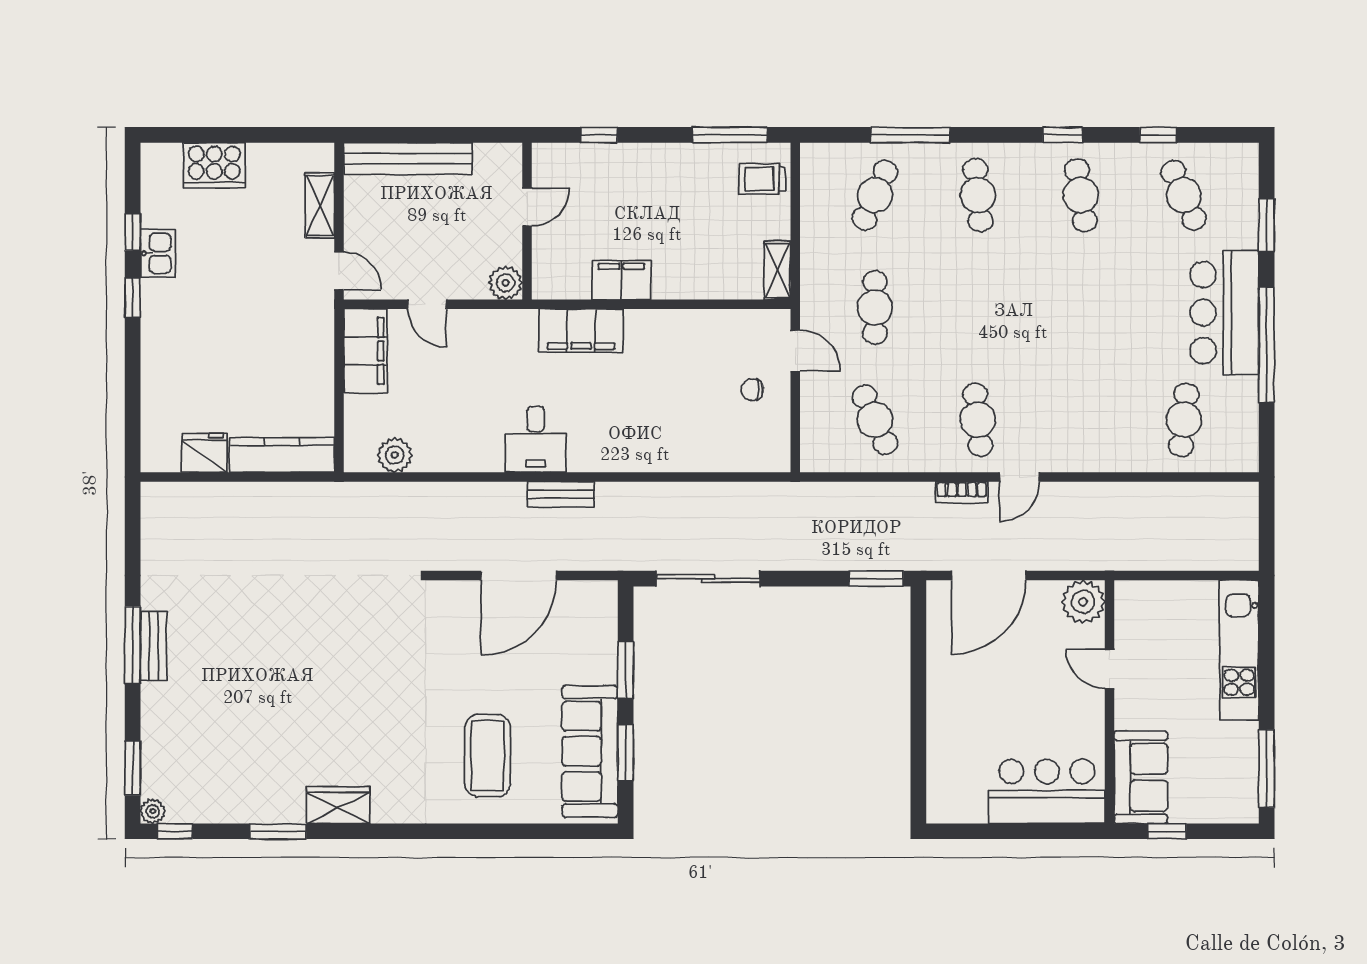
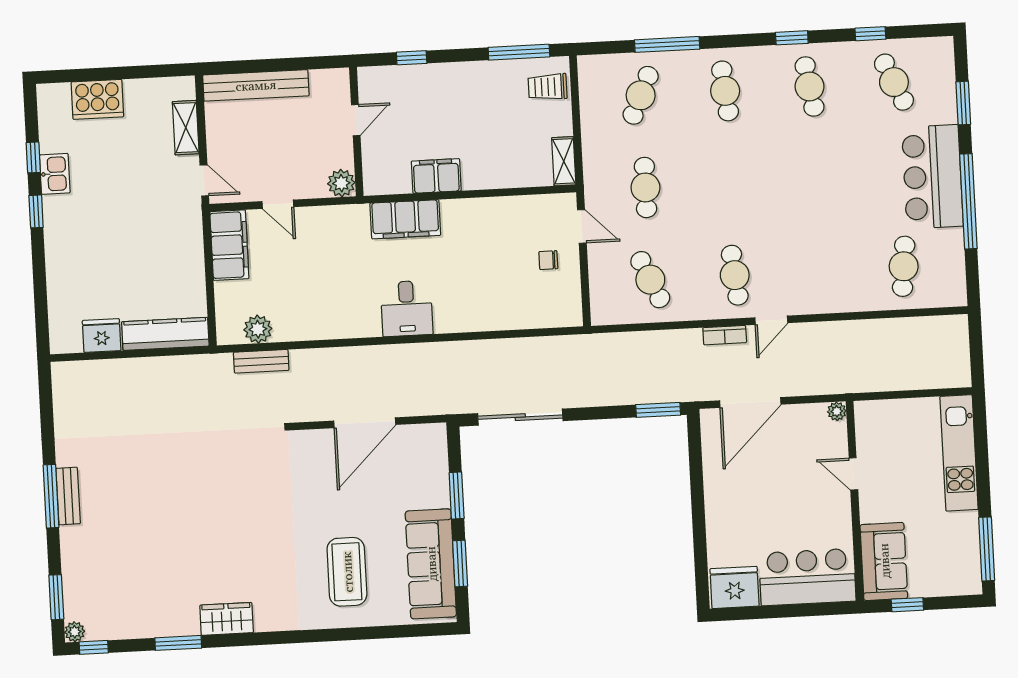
desk: (536, 439) -> (407, 308), moved
bench: (561, 494) -> (261, 361), moved
plant: (1083, 602) -> (837, 411), width x0.53, depth x0.53
fridge: (958, 799) -> (735, 587), added

